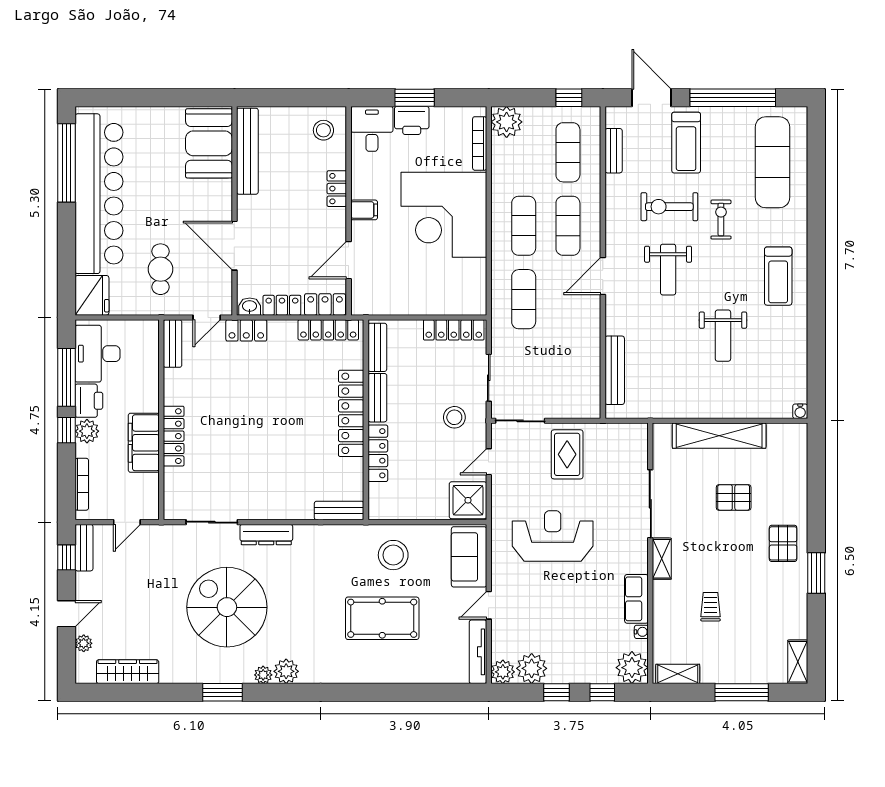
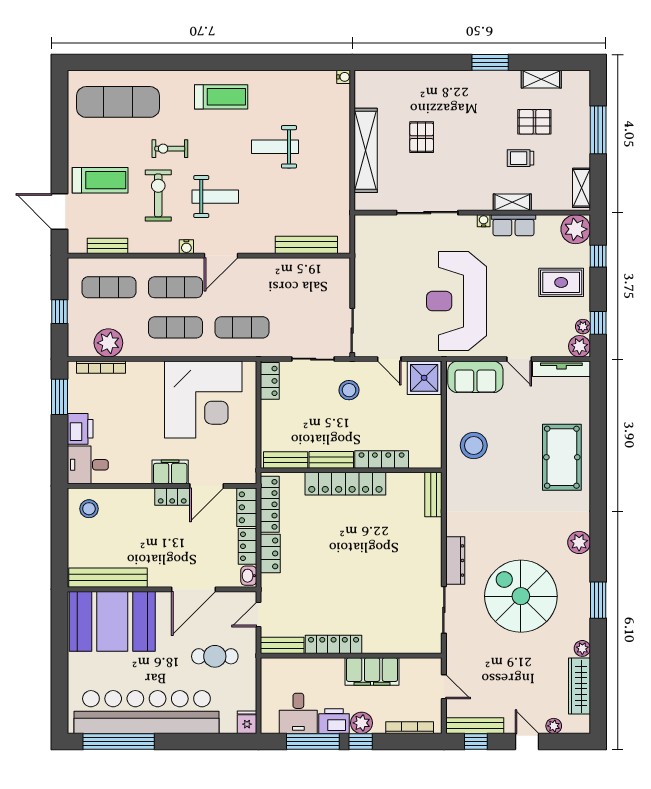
window: (415, 98) -> (59, 397), moved
window: (569, 98) -> (59, 312), moved
door: (652, 98) -> (59, 211), hinge flipped
window: (733, 98) -> (59, 138), removed
plant: (507, 122) -> (108, 343), moved
booth: (209, 143) -> (112, 621), width x1.36, depth x1.42
locker: (337, 189) -> (172, 497), moved
exercise bike: (669, 207) -> (158, 195), turned 180
filing cabinet: (364, 210) -> (170, 472), width x2.00
corner desk: (444, 215) -> (203, 400), moved
water cooler: (613, 238) -> (186, 247), added
door: (349, 260) -> (207, 486), hinge flipped
door: (603, 276) -> (221, 256), hinge flipped
fridge: (92, 295) -> (247, 722), width x0.53, depth x0.75
door: (207, 317) -> (259, 615), swing flipped
locker: (246, 330) -> (270, 553), moved
locker: (454, 330) -> (270, 381), width x0.66
weight bench: (723, 336) -> (275, 147), turned 180
desk: (97, 354) -> (298, 713), width x0.73
locker: (174, 436) -> (334, 644), moved
rug: (567, 454) -> (561, 282), moved
reception desk: (553, 536) -> (457, 301), width x1.36, depth x1.30
pallet: (783, 543) -> (534, 122), moved
bench: (84, 548) -> (475, 726), width x1.36
shelving: (662, 559) -> (512, 202), moved
spiral stairs: (227, 607) -> (521, 596), turned 90
pool table: (382, 618) -> (562, 457), moved
water cooler: (641, 632) -> (484, 221), moved
shelving: (798, 662) -> (541, 79), moved
plant: (532, 668) -> (583, 327), width x0.53, depth x0.53
plant: (263, 675) -> (582, 648), moved
window: (557, 692) -> (598, 323), moved

